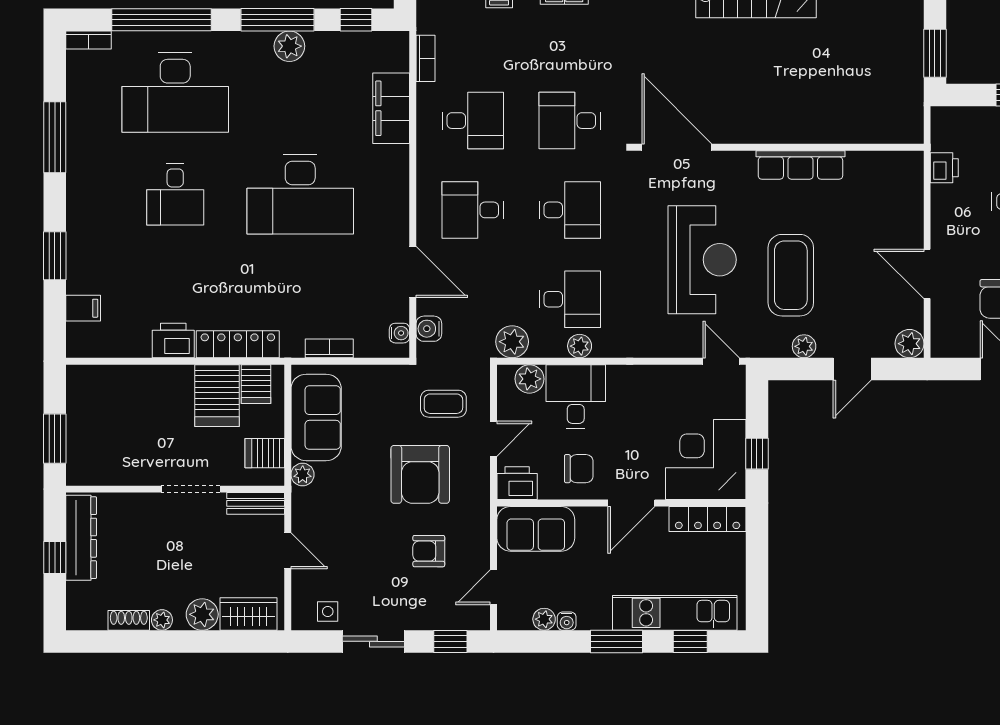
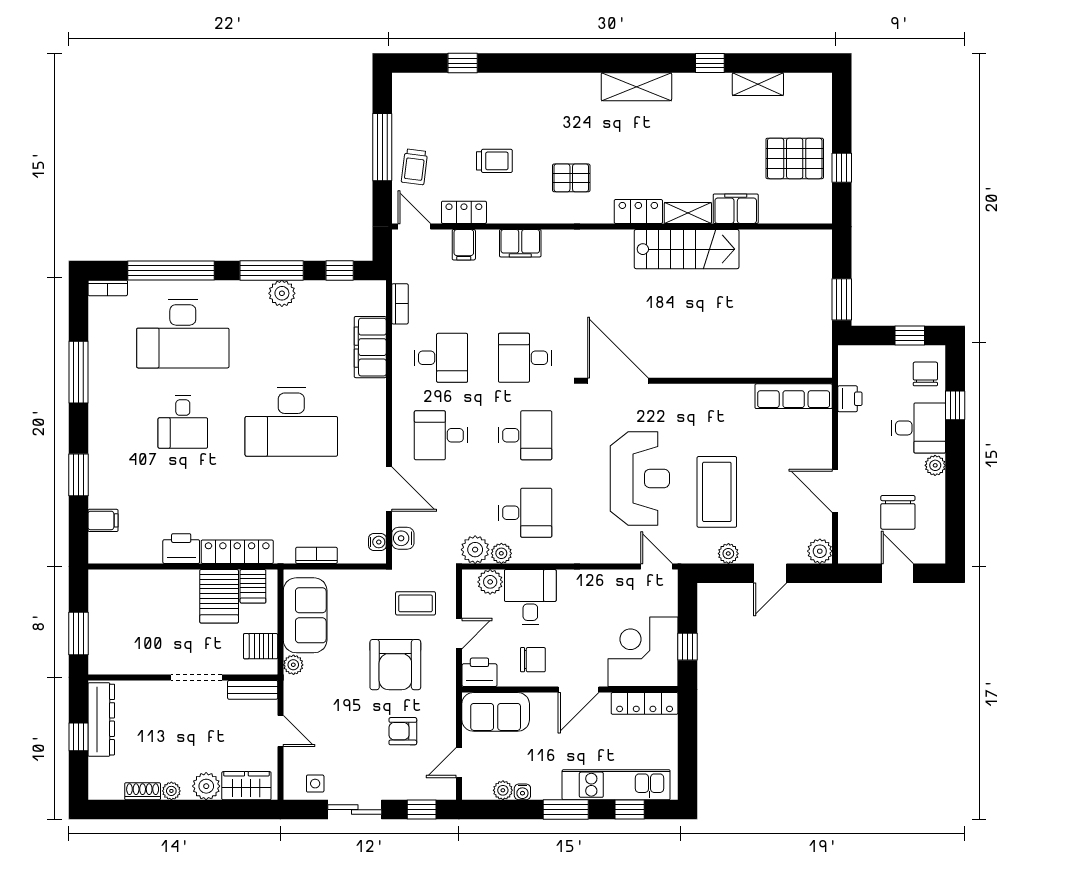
row of seats: (800, 165) -> (794, 396), moved
plant: (580, 346) -> (501, 553), moved

